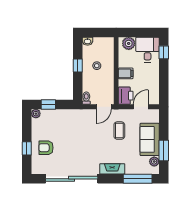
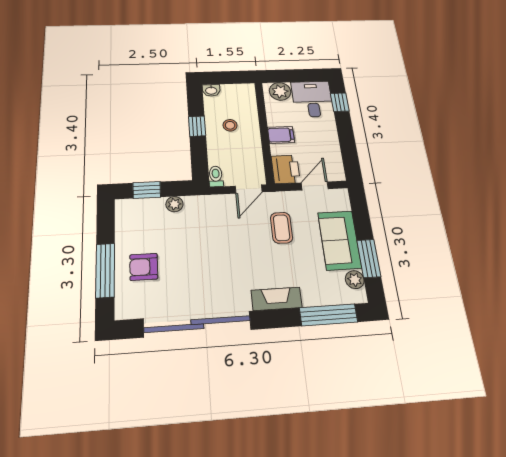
plant: (36, 114) -> (174, 204), moved
window: (27, 148) -> (105, 270), width x2.17

